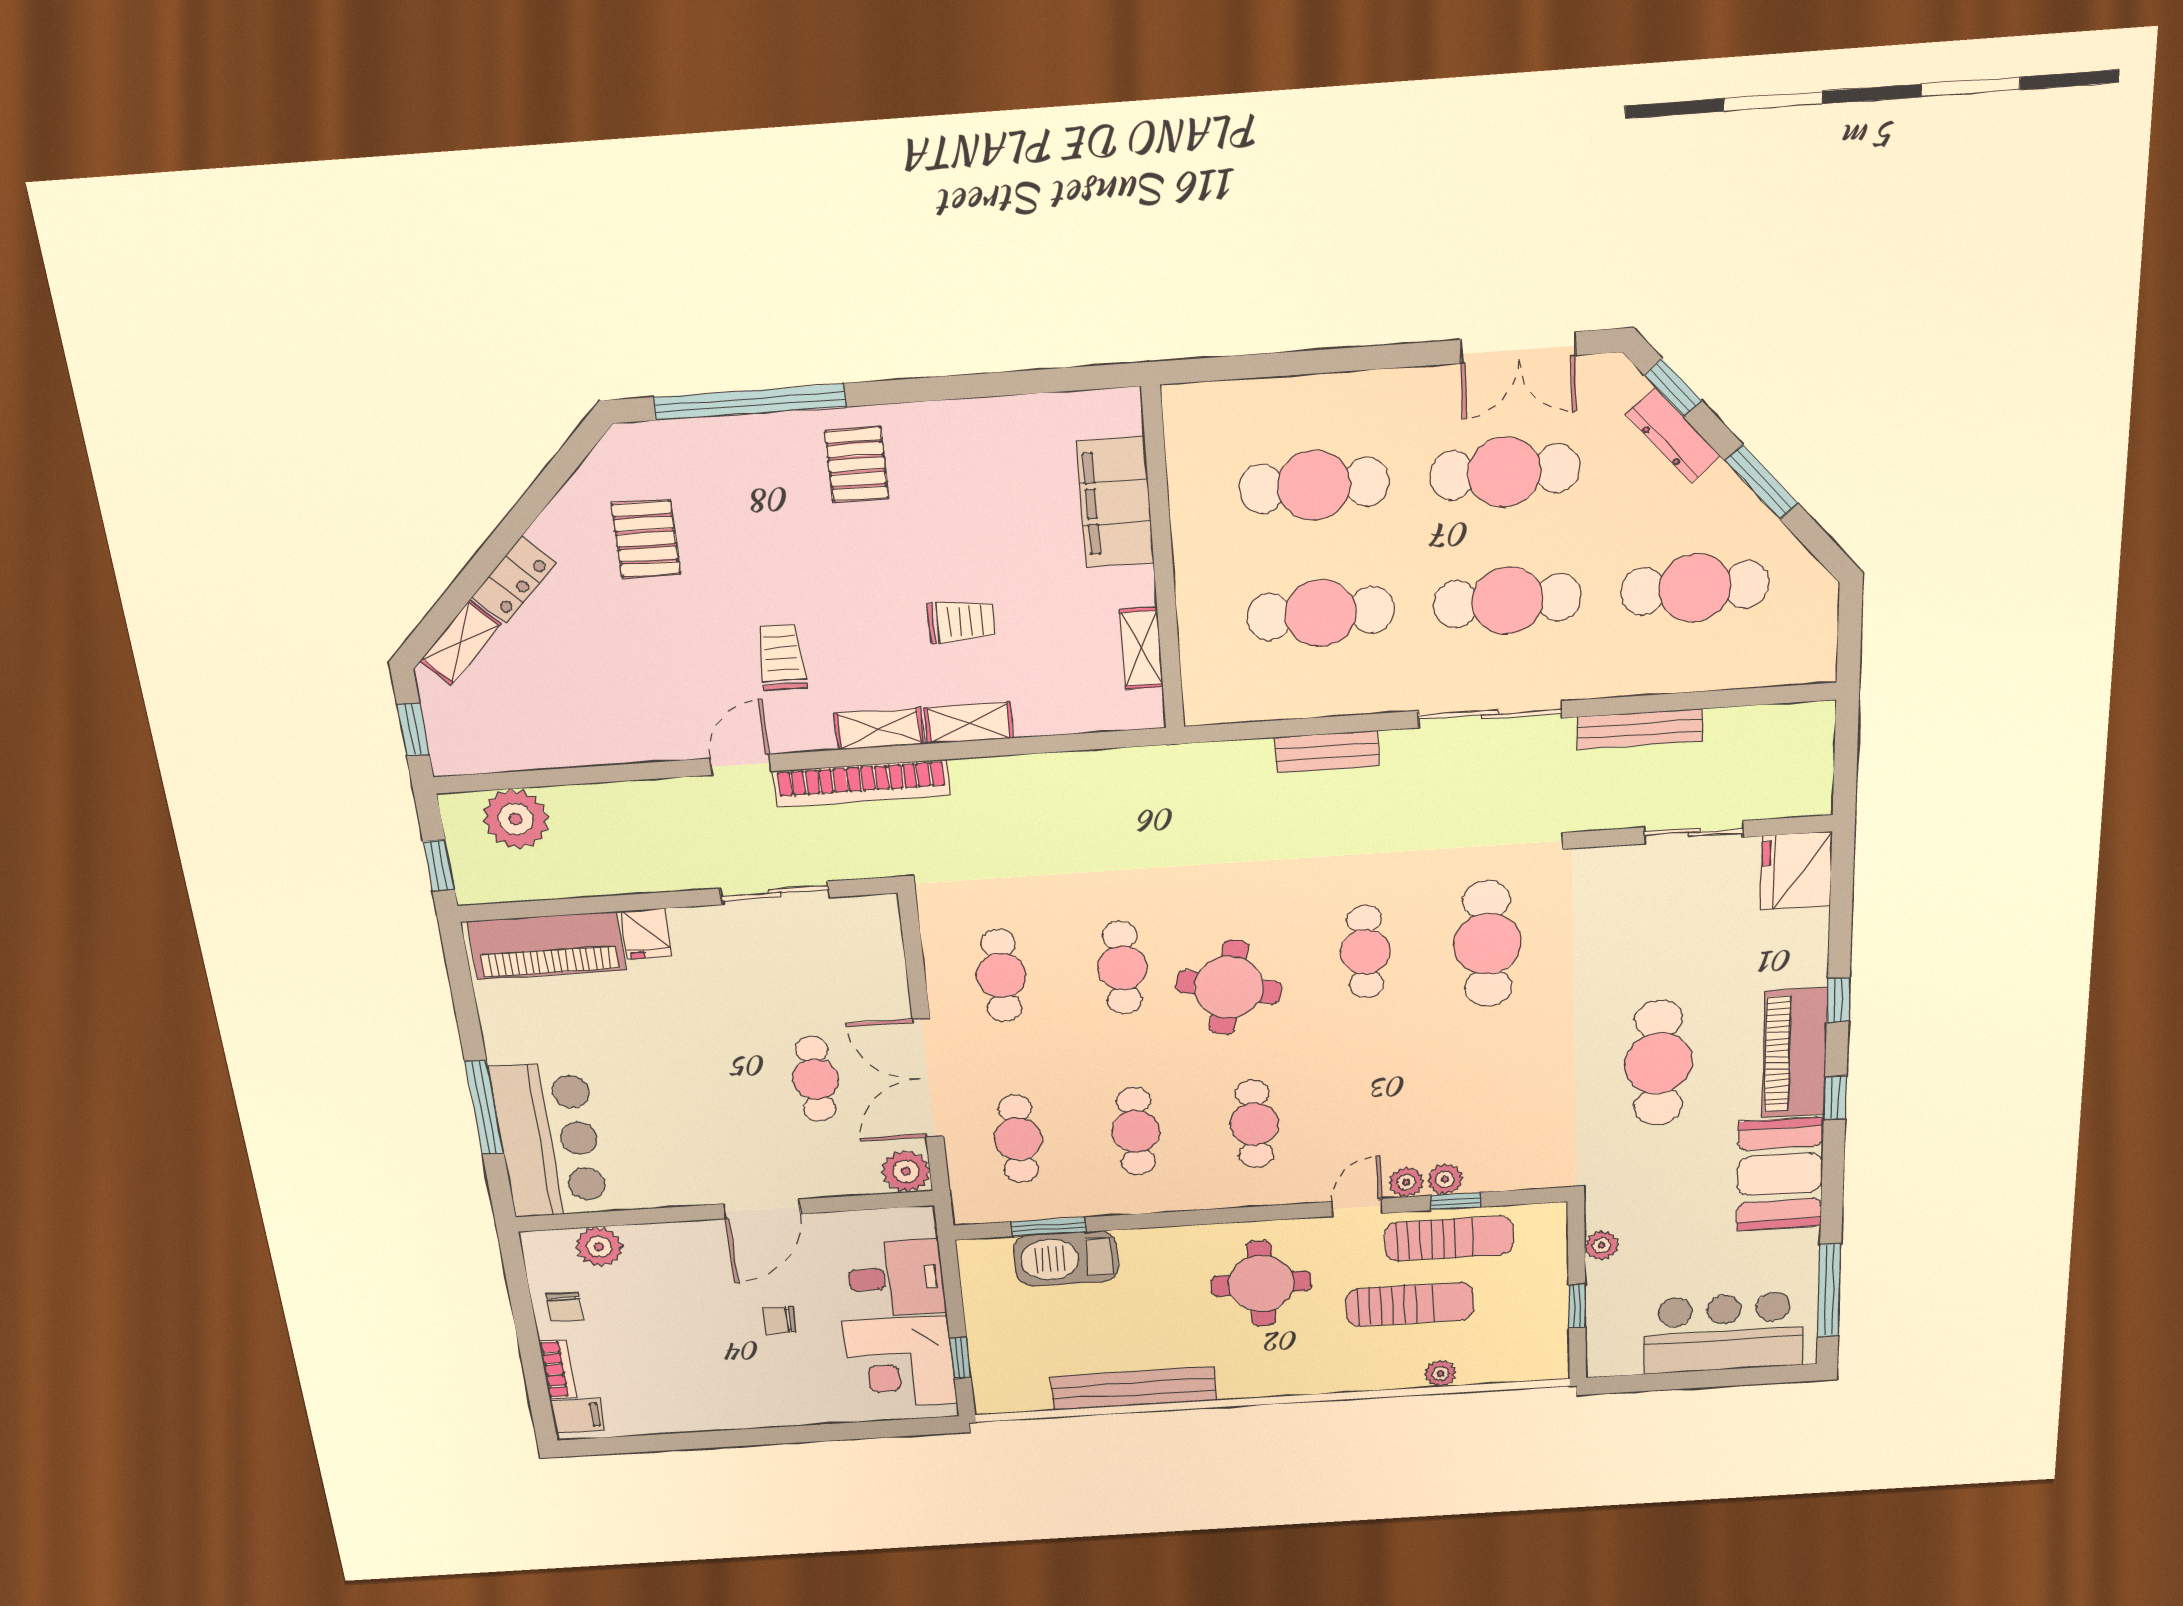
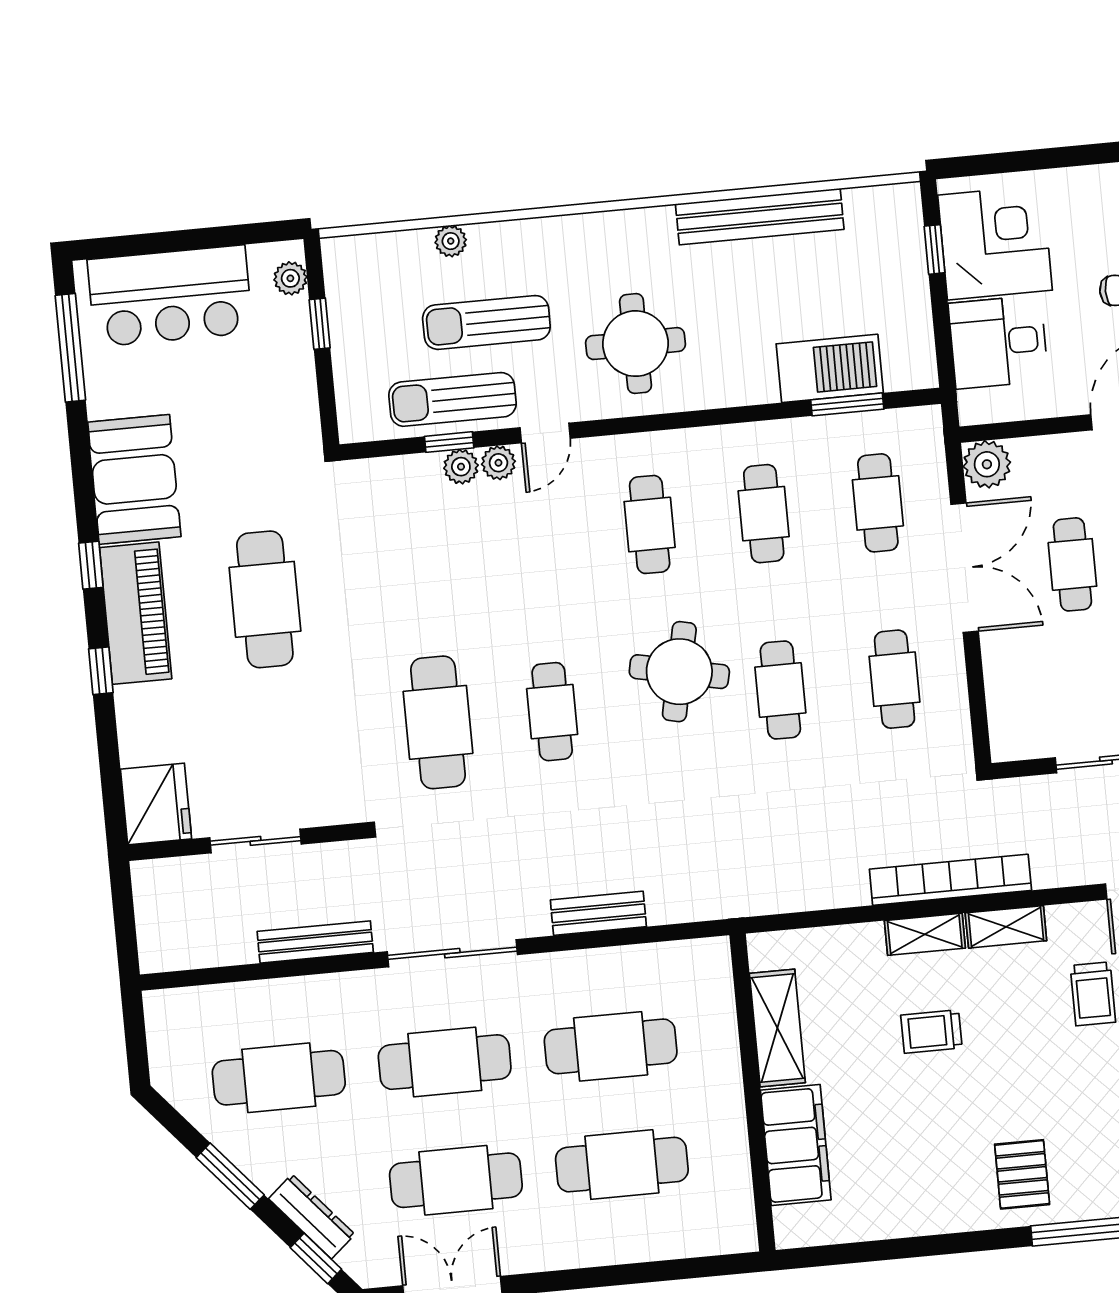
shelving: (1141, 648) -> (777, 1028), width x1.50, depth x1.33
bookcase: (862, 783) -> (950, 880), moved
plant: (1602, 1245) -> (290, 278), moved

